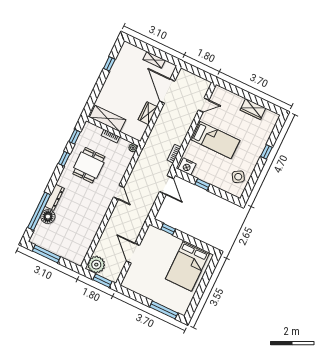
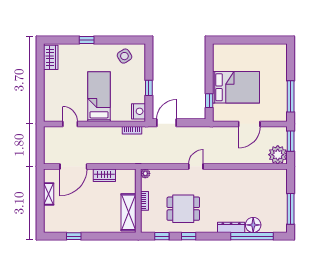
wardrobe: (253, 109) -> (51, 57), moved
bed: (188, 266) -> (236, 87), moved
window: (164, 310) -> (291, 96), moved

